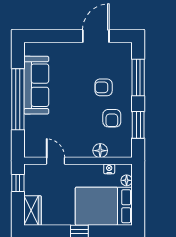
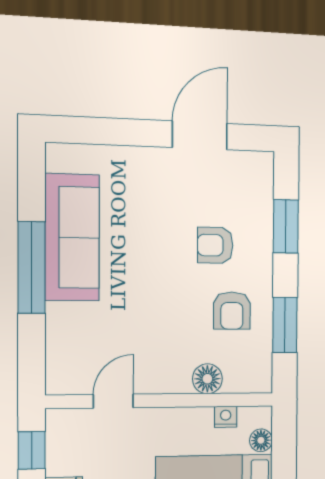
window: (138, 78) -> (286, 226), width x0.69
window: (18, 99) -> (32, 267), width x0.68
door: (55, 161) -> (113, 401), hinge flipped

